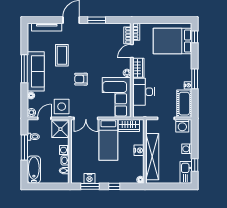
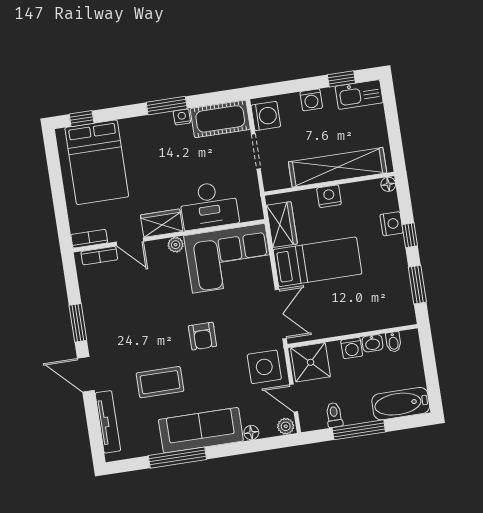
window: (24, 69) -> (177, 458), moved
nightstand: (89, 178) -> (391, 224), moved

